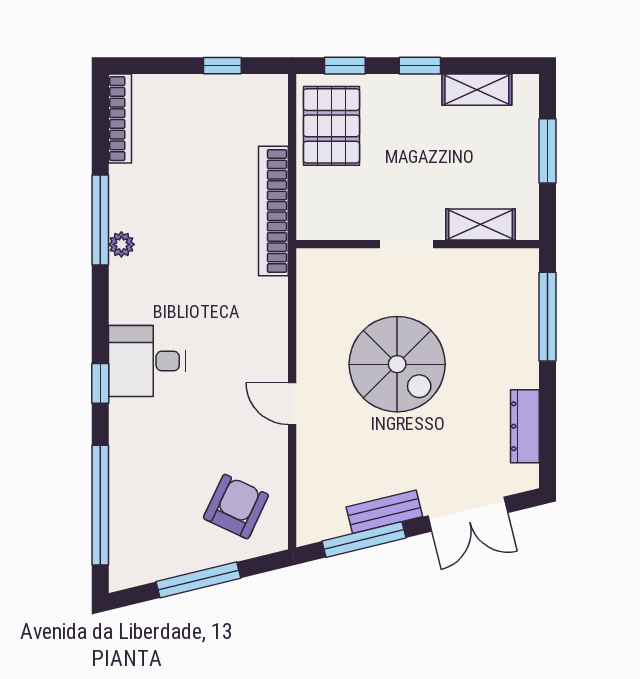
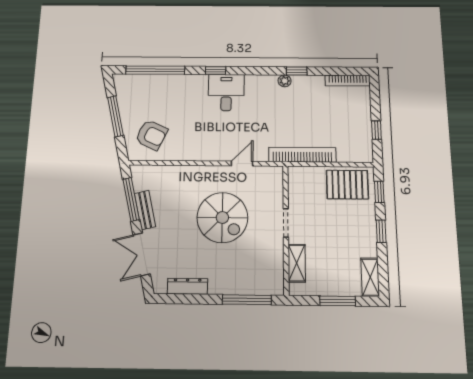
shelving: (477, 90) -> (370, 277), moved
window: (100, 220) -> (297, 71), width x0.46
spiral stairs: (397, 364) -> (222, 217), turned -90
door: (292, 404) -> (242, 164), moved

